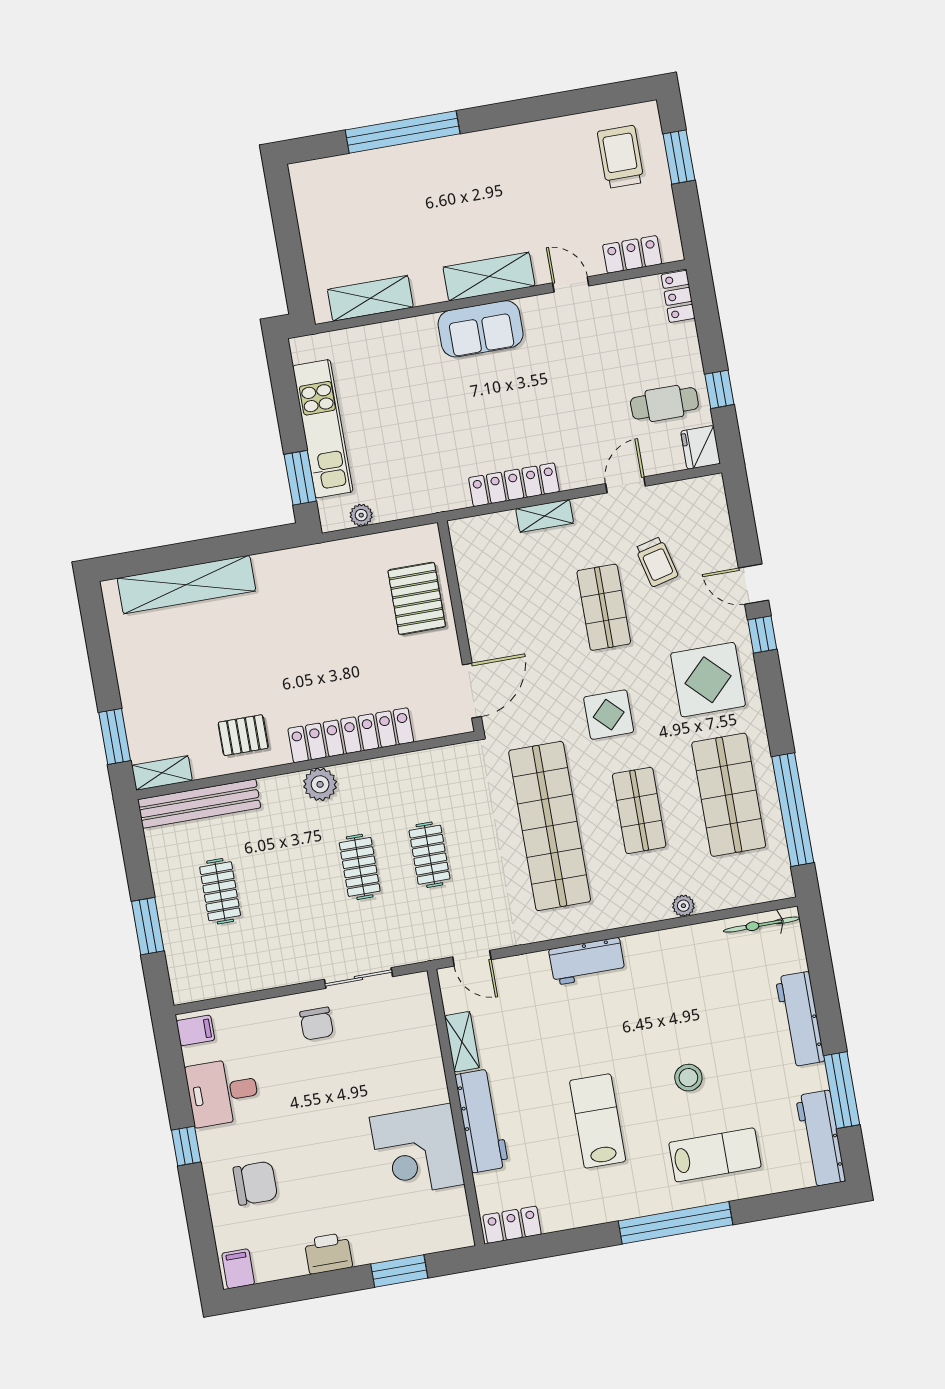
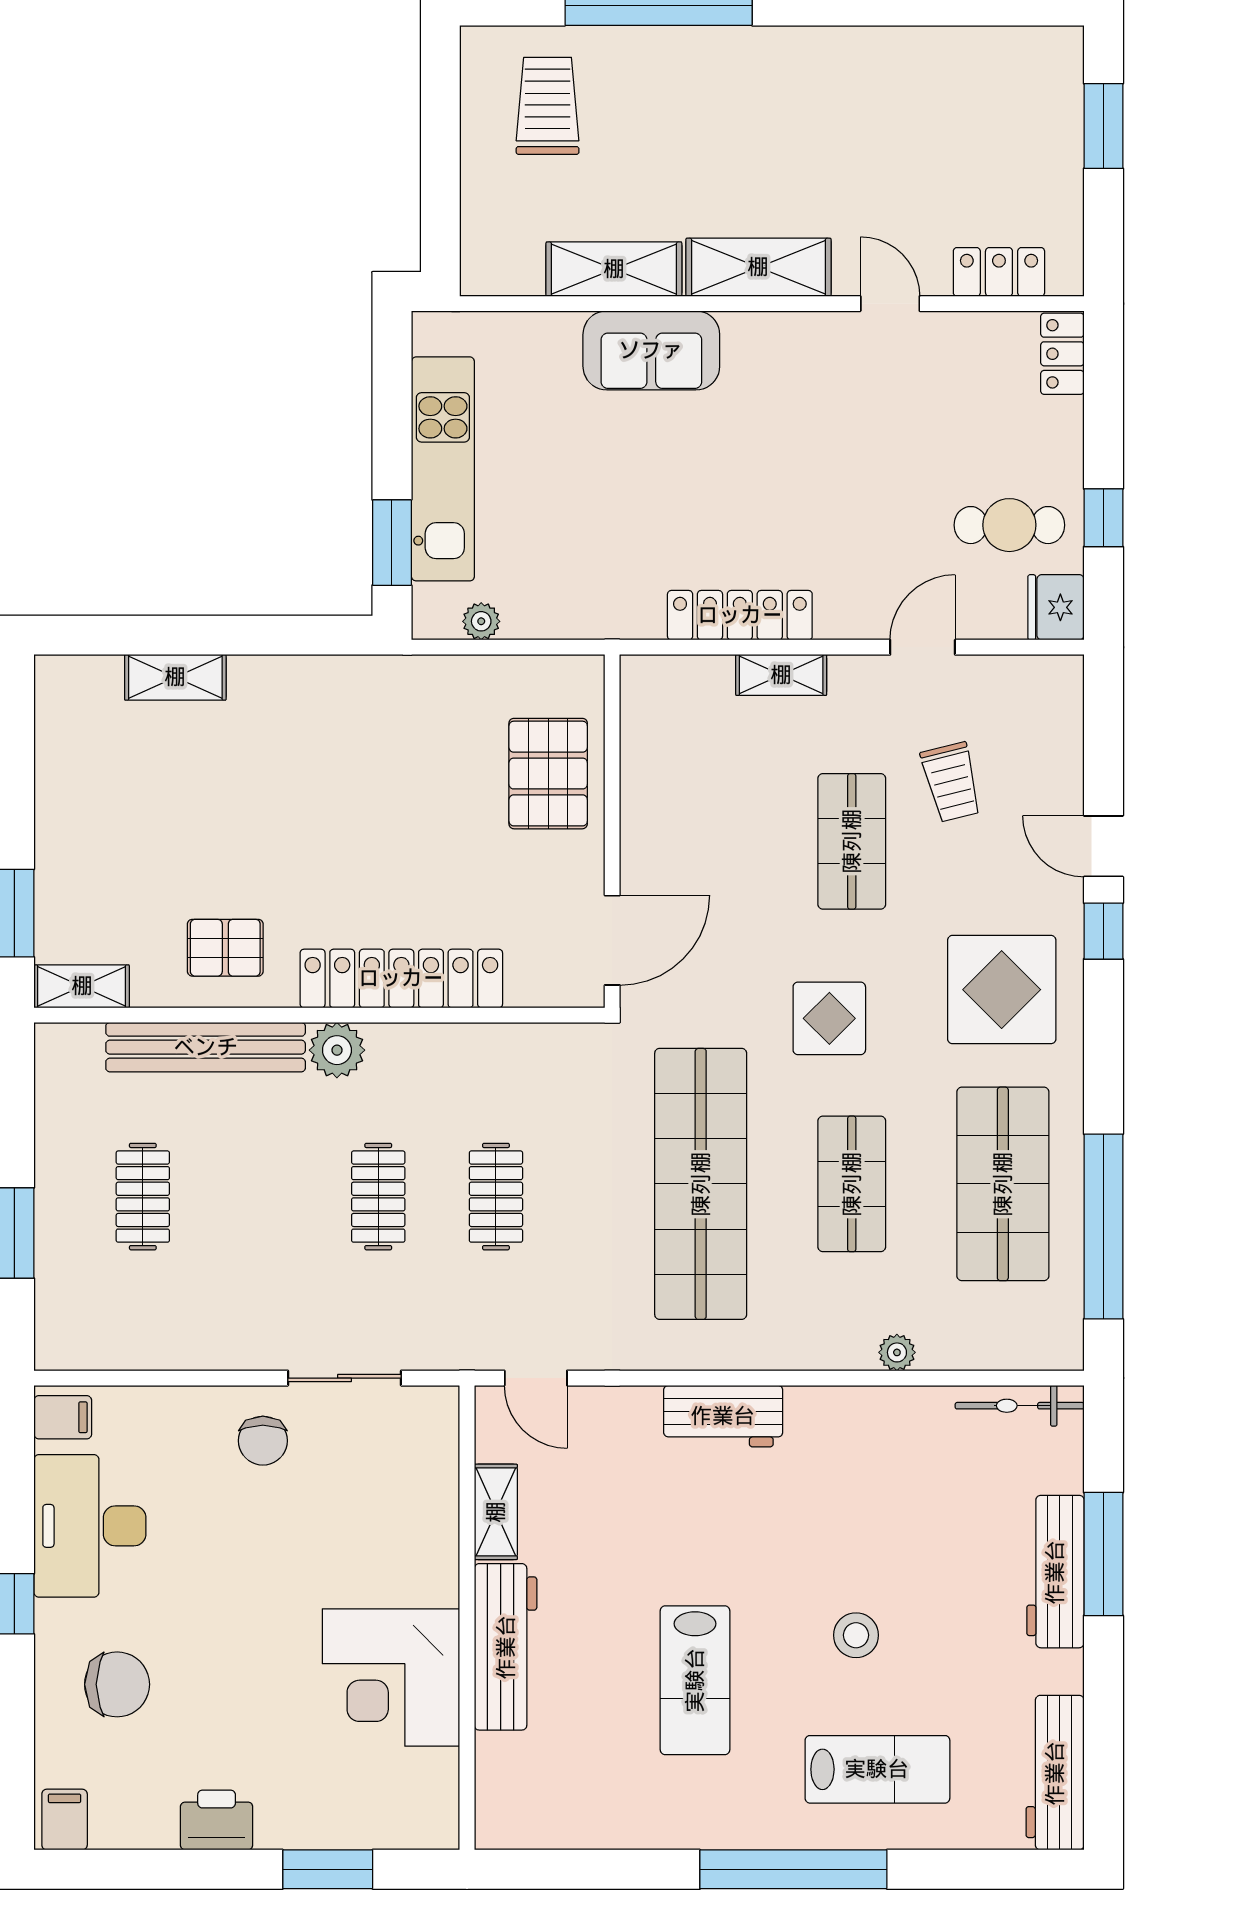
trolley: (621, 157) -> (548, 106), moved
shelving: (370, 298) -> (614, 269), moved
sofa: (481, 329) -> (651, 350), moved
shelving: (186, 585) -> (175, 677), width x0.45, depth x0.75
bench: (199, 804) -> (206, 1047), moved
window: (842, 1090) -> (1103, 1554), moved
desk: (223, 1092) -> (90, 1526), width x1.37
lab bench: (598, 1121) -> (695, 1680), turned 180
locker: (512, 1225) -> (525, 1826), removed

